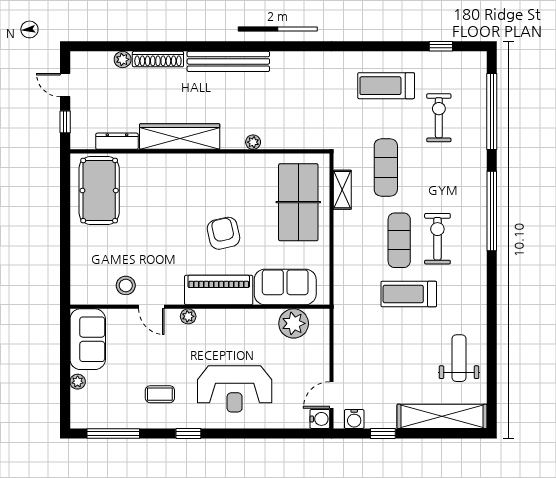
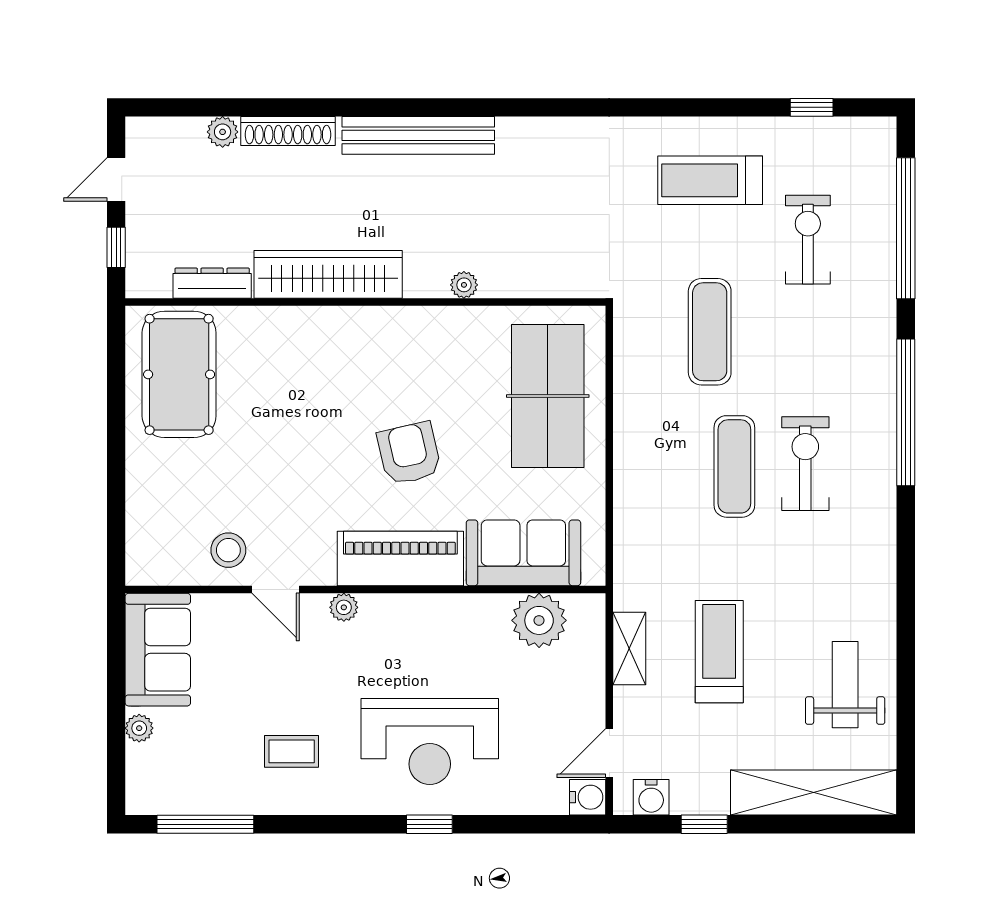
door: (65, 85) -> (116, 179), hinge flipped
shelving: (342, 190) -> (629, 648), moved
treadmill: (409, 294) -> (719, 652), moved, turned 90
window: (188, 434) -> (429, 824), moved

